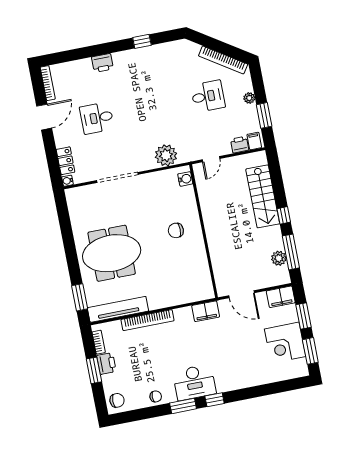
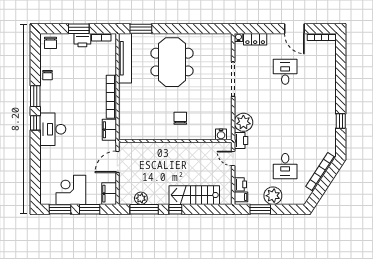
bookcase: (223, 60) -> (321, 172), moved
printer: (102, 63) -> (241, 140), moved, turned 180
plant: (249, 98) -> (273, 196), width x1.87, depth x1.87
bookcase: (148, 320) -> (111, 97), moved
desk: (194, 382) -> (53, 129), moved

